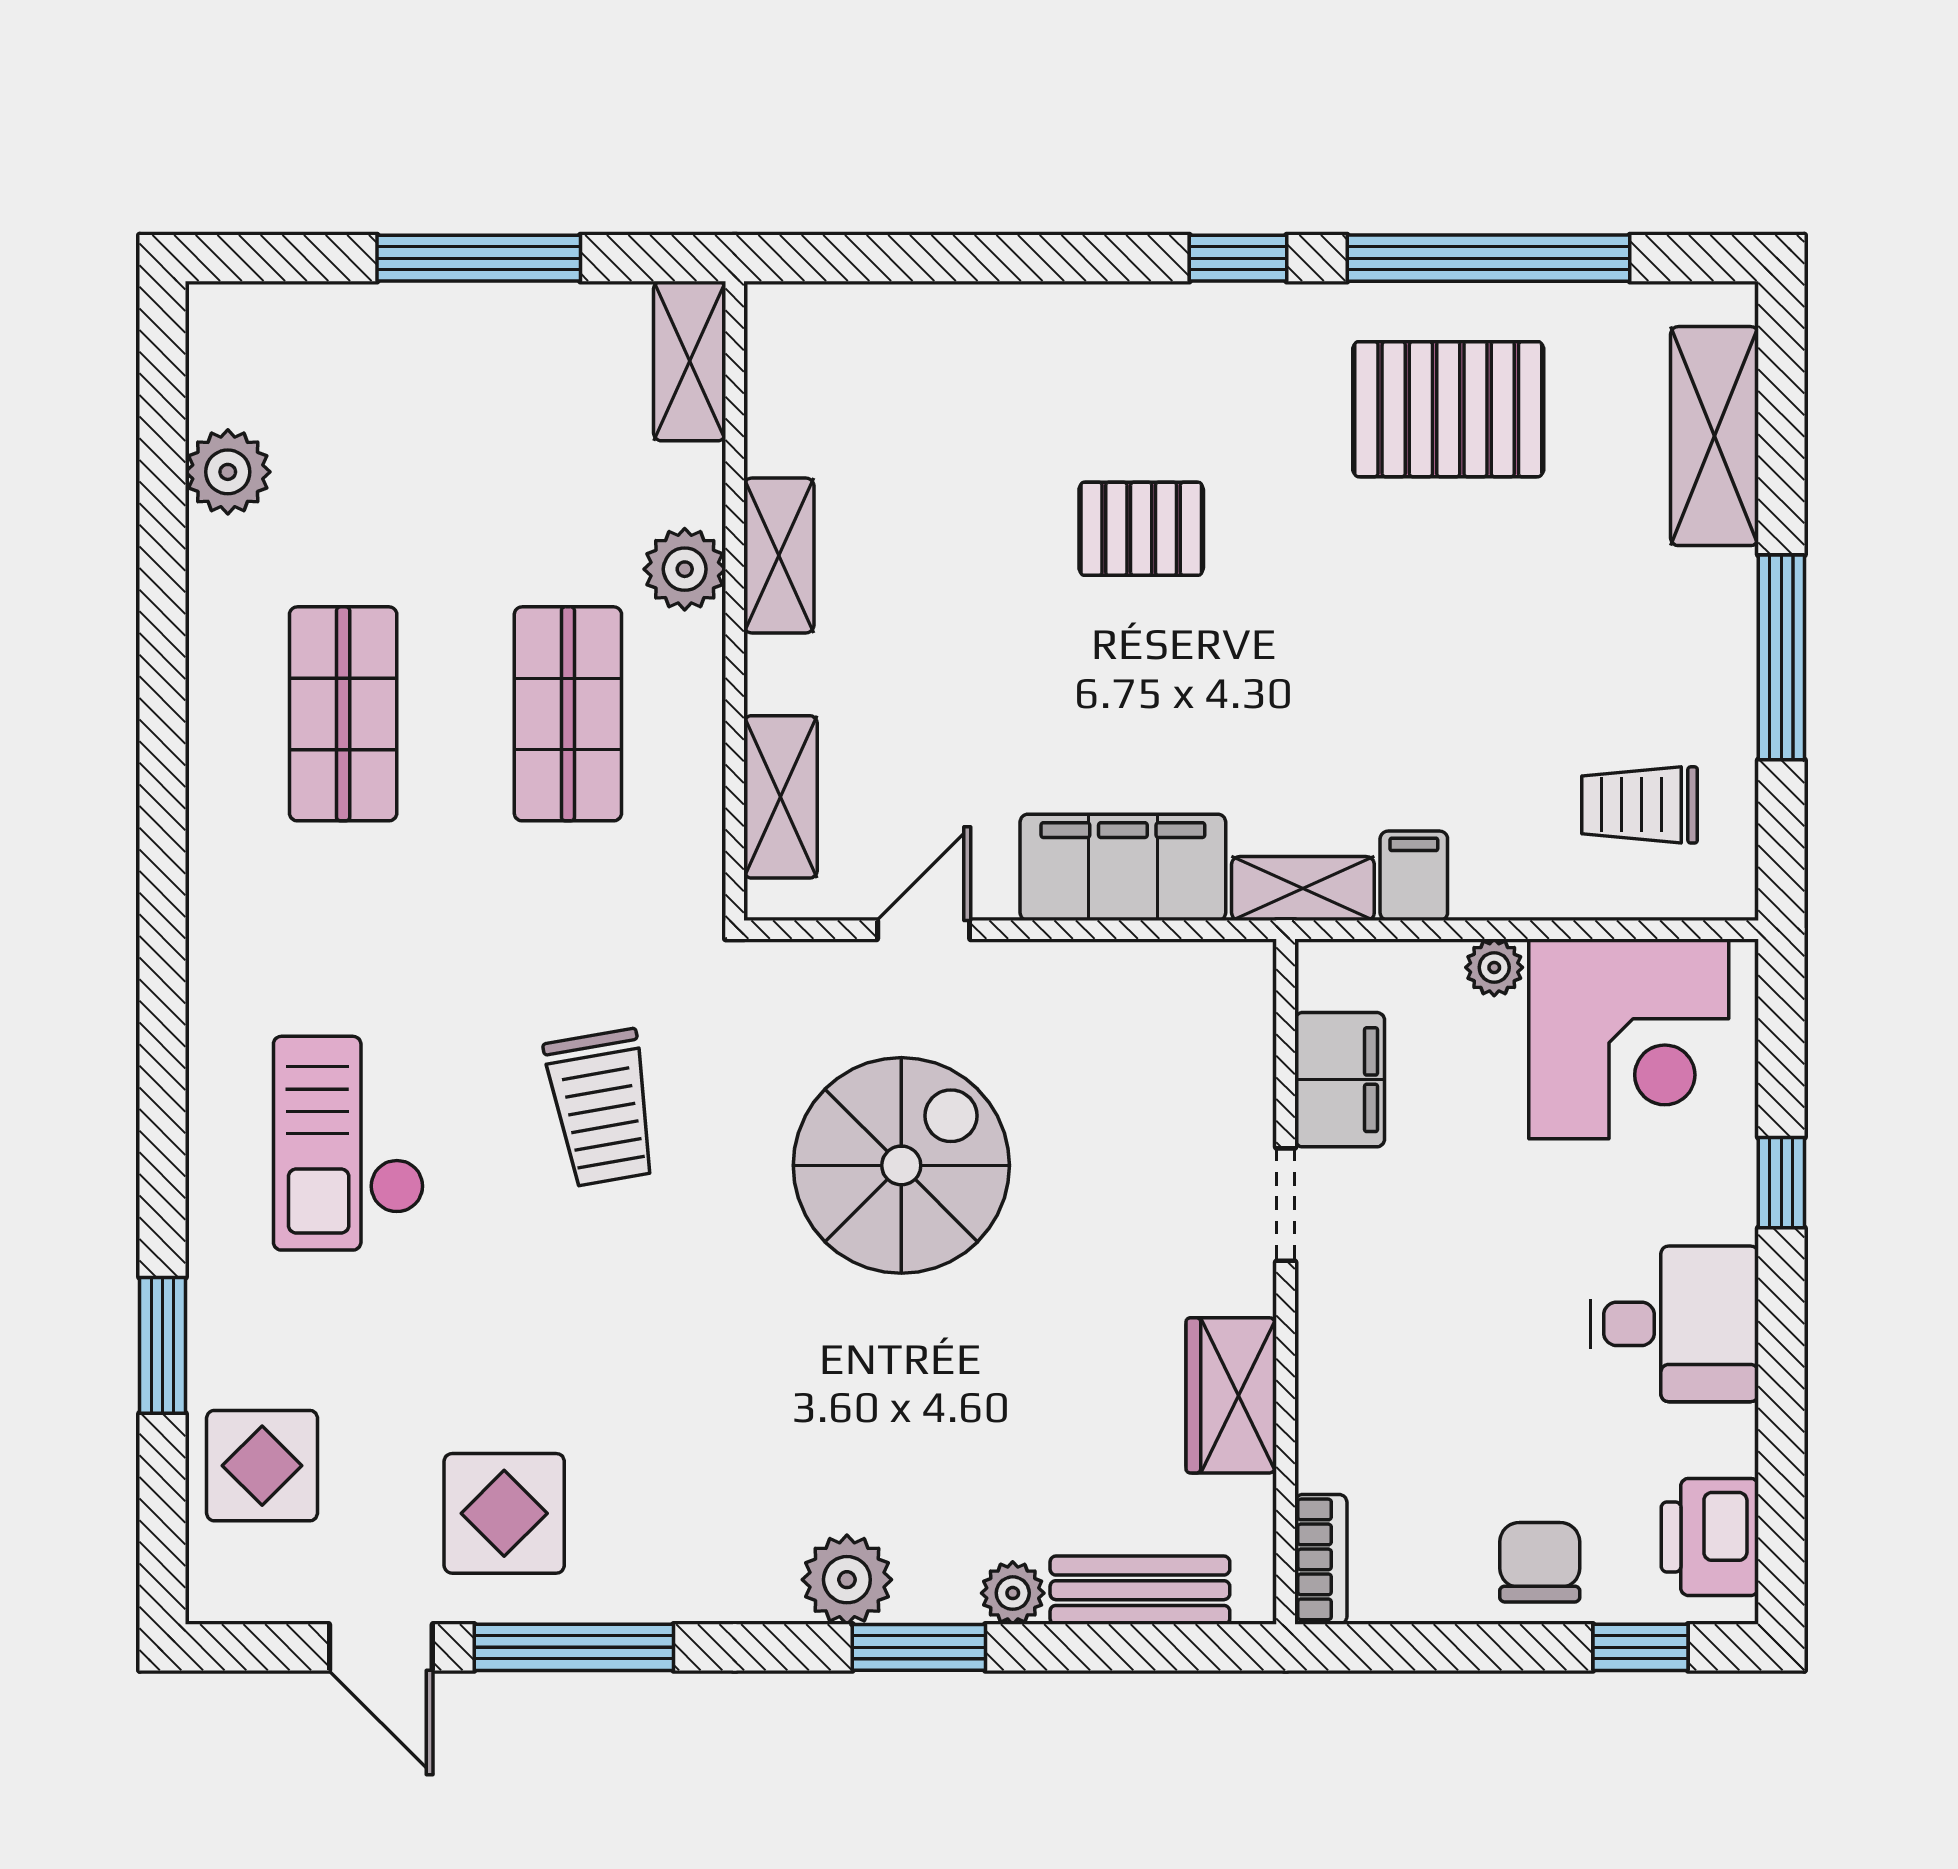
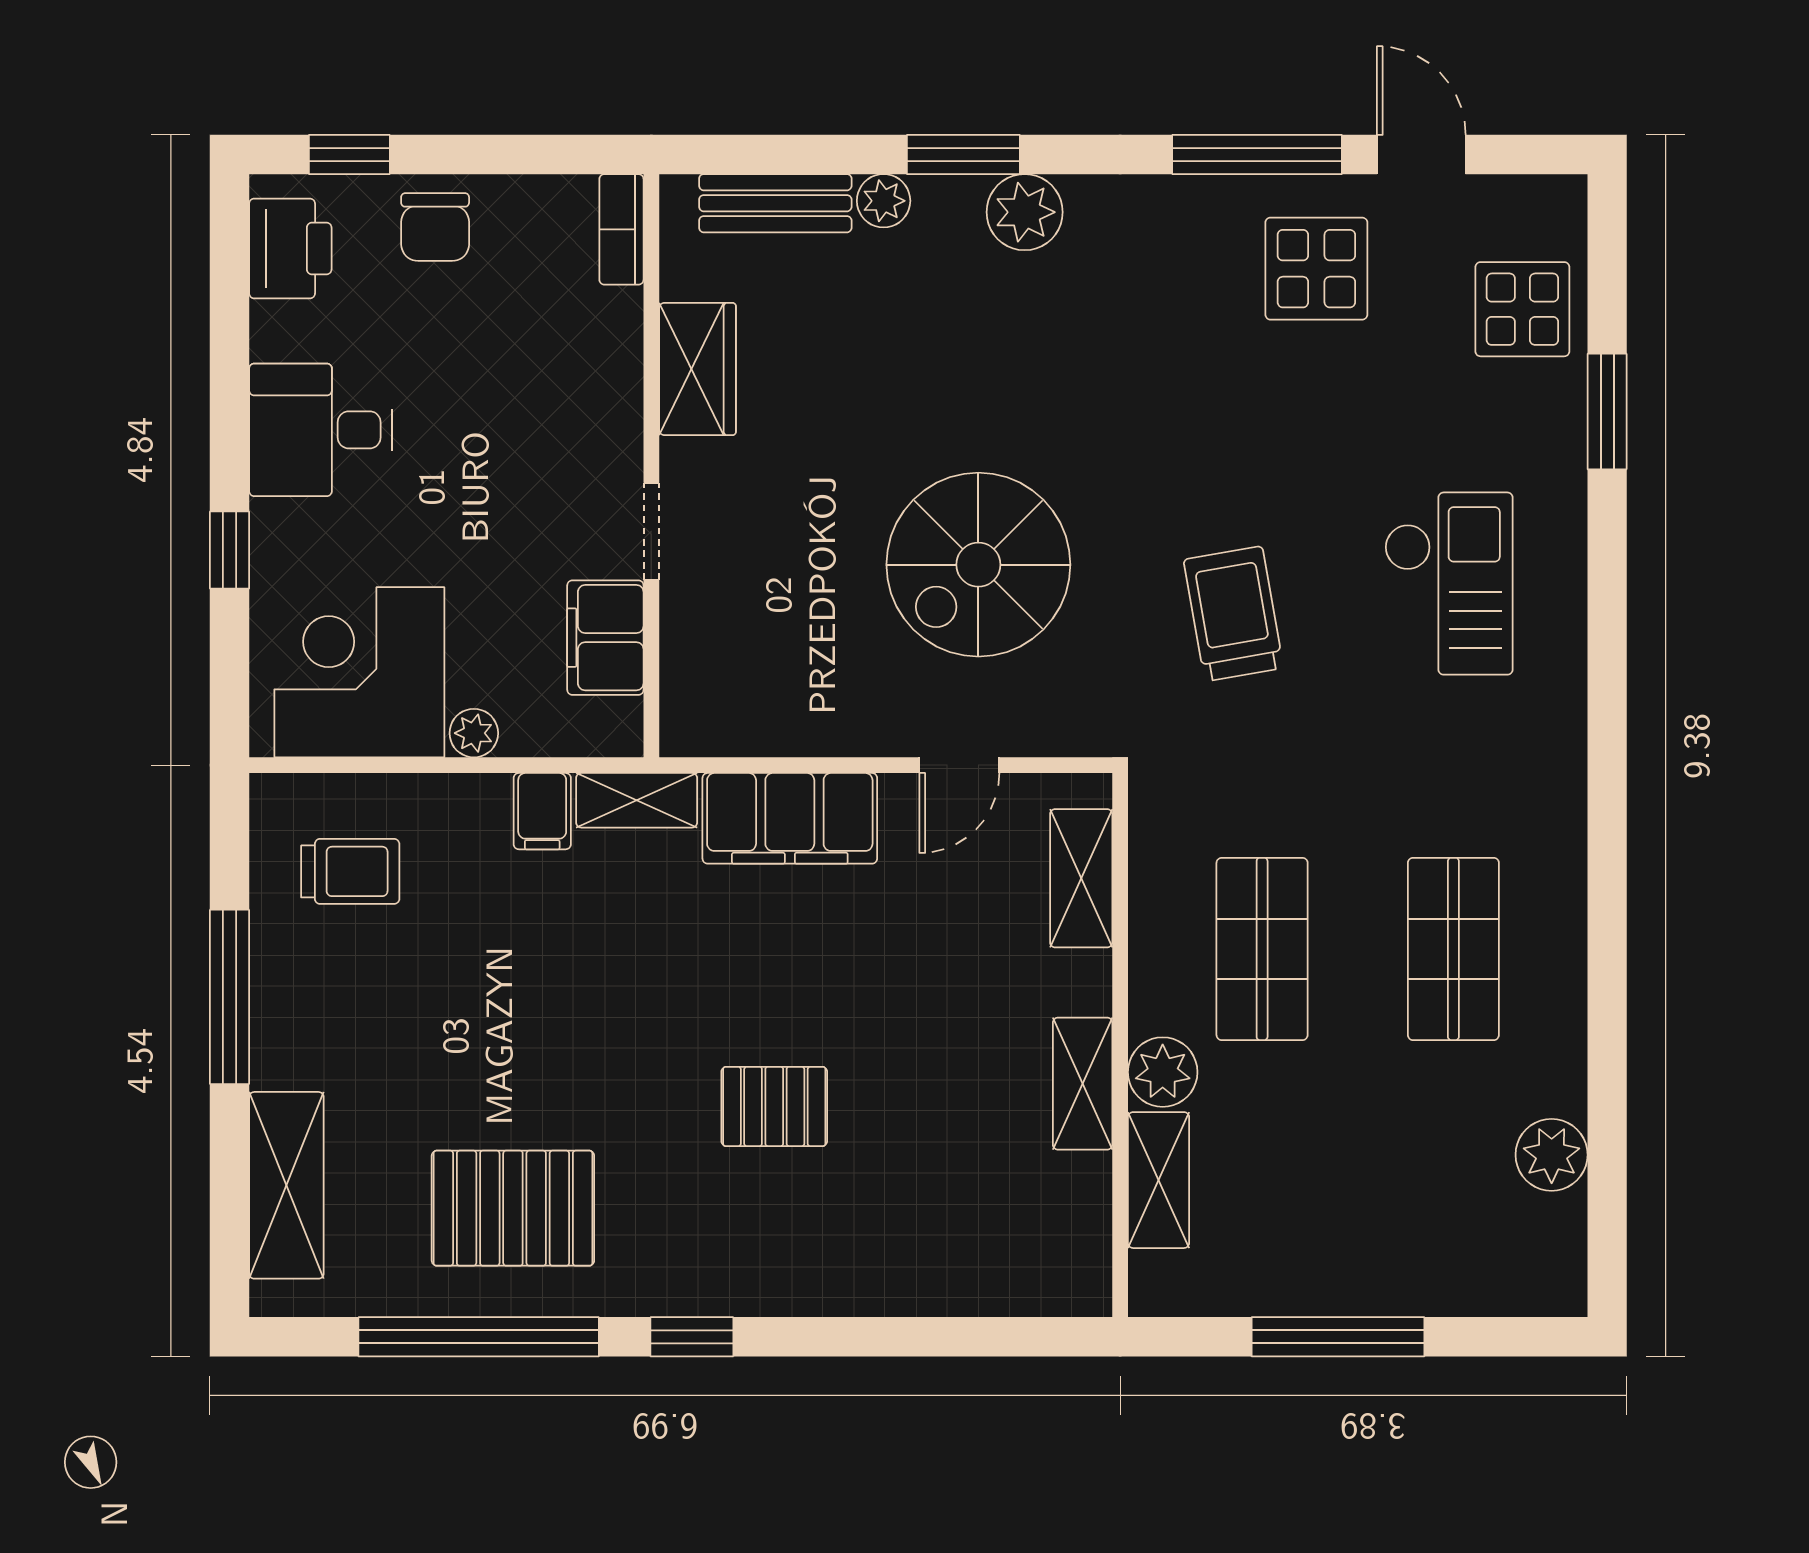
shelving: (690, 361) -> (1159, 1180), moved

